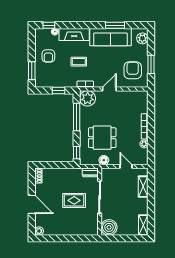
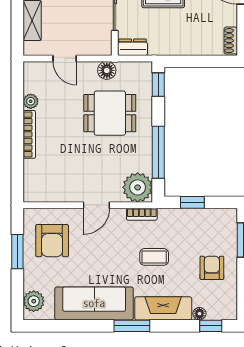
window: (115, 25) -> (132, 326), moved

